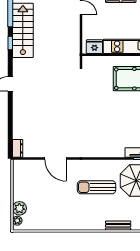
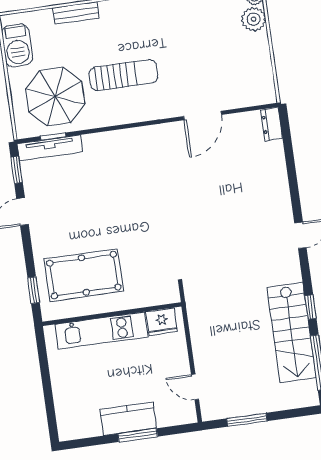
door: (56, 158) -> (203, 115), swing flipped

